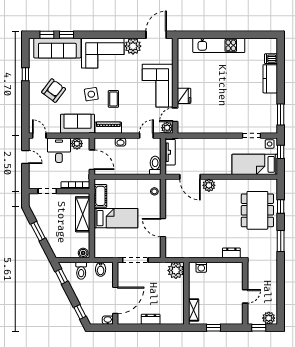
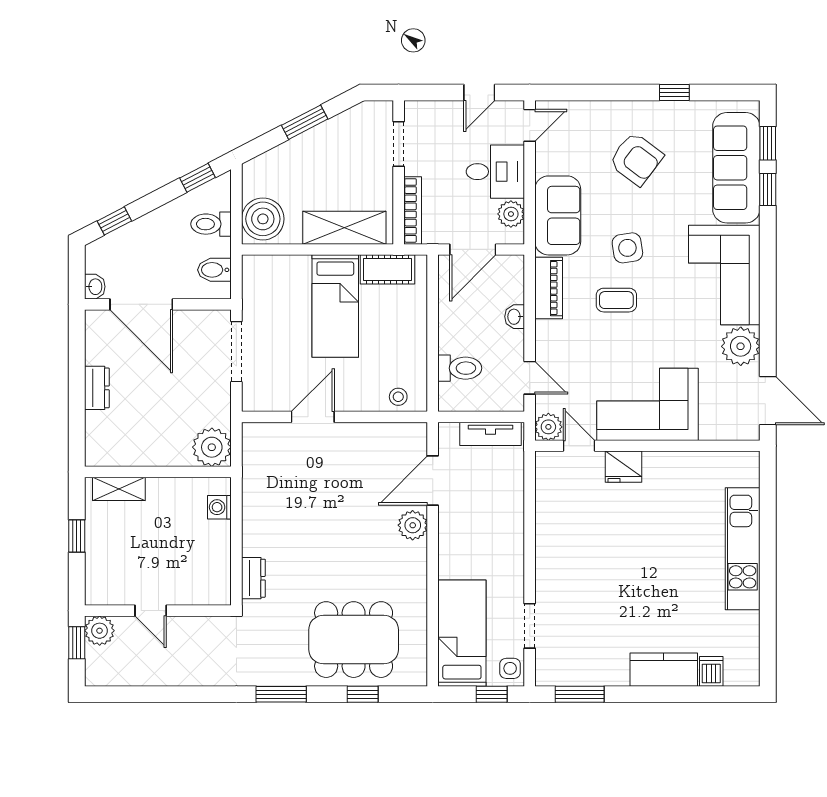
toilet: (155, 165) -> (460, 368), moved
boiler: (83, 253) -> (263, 219), width x1.86, depth x1.86
plant: (269, 318) -> (100, 631), moved

